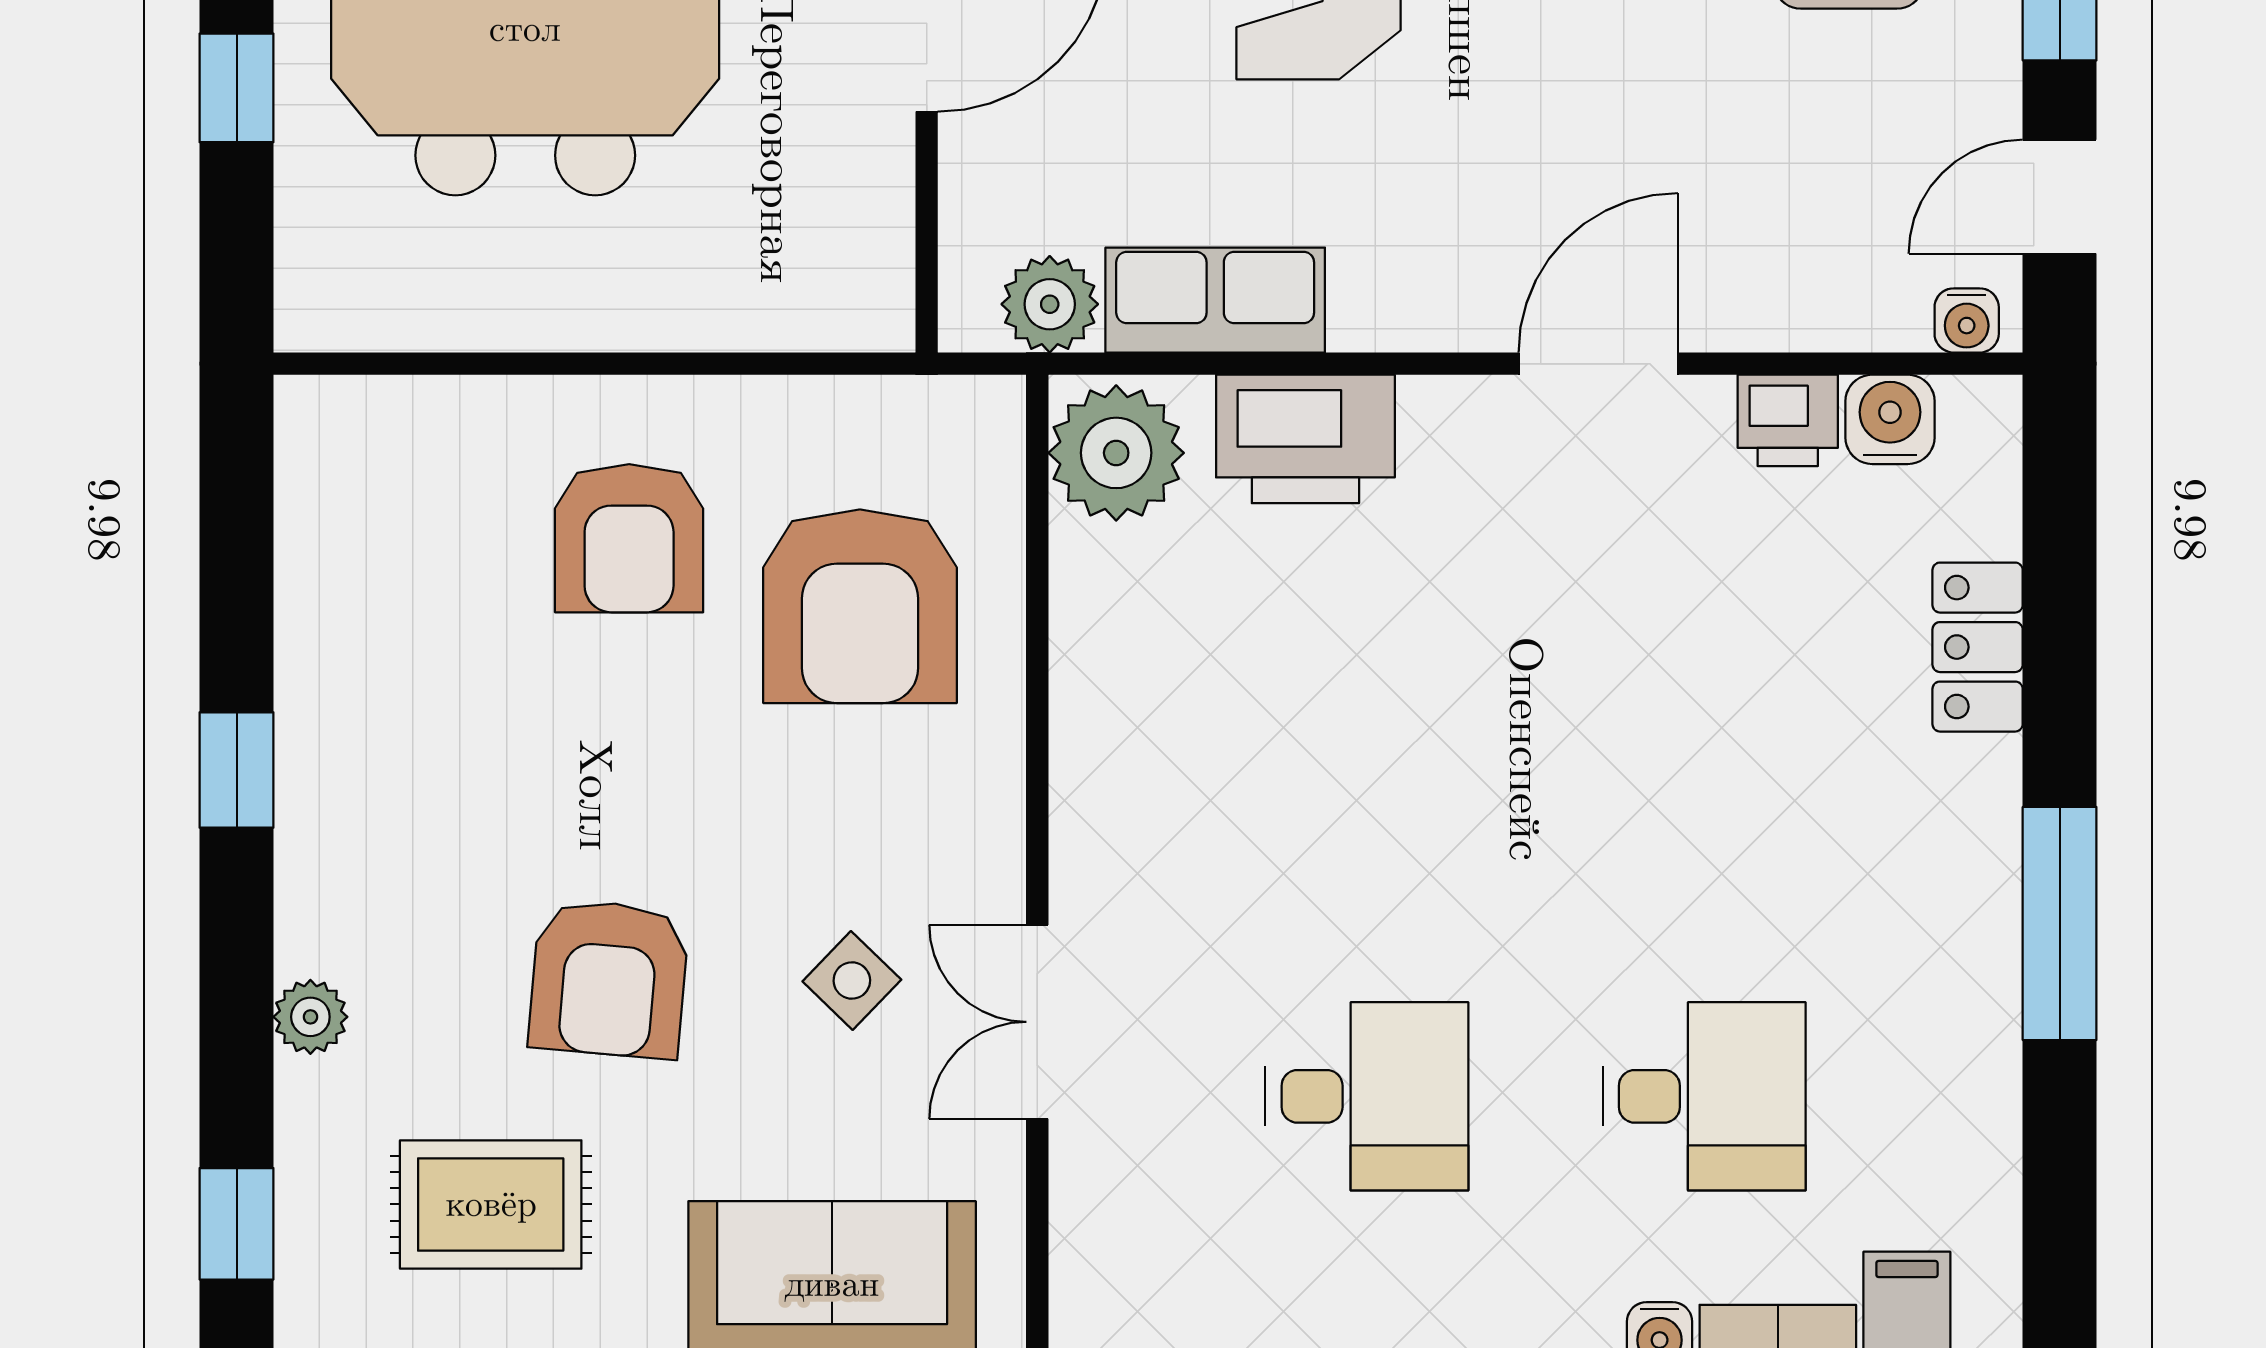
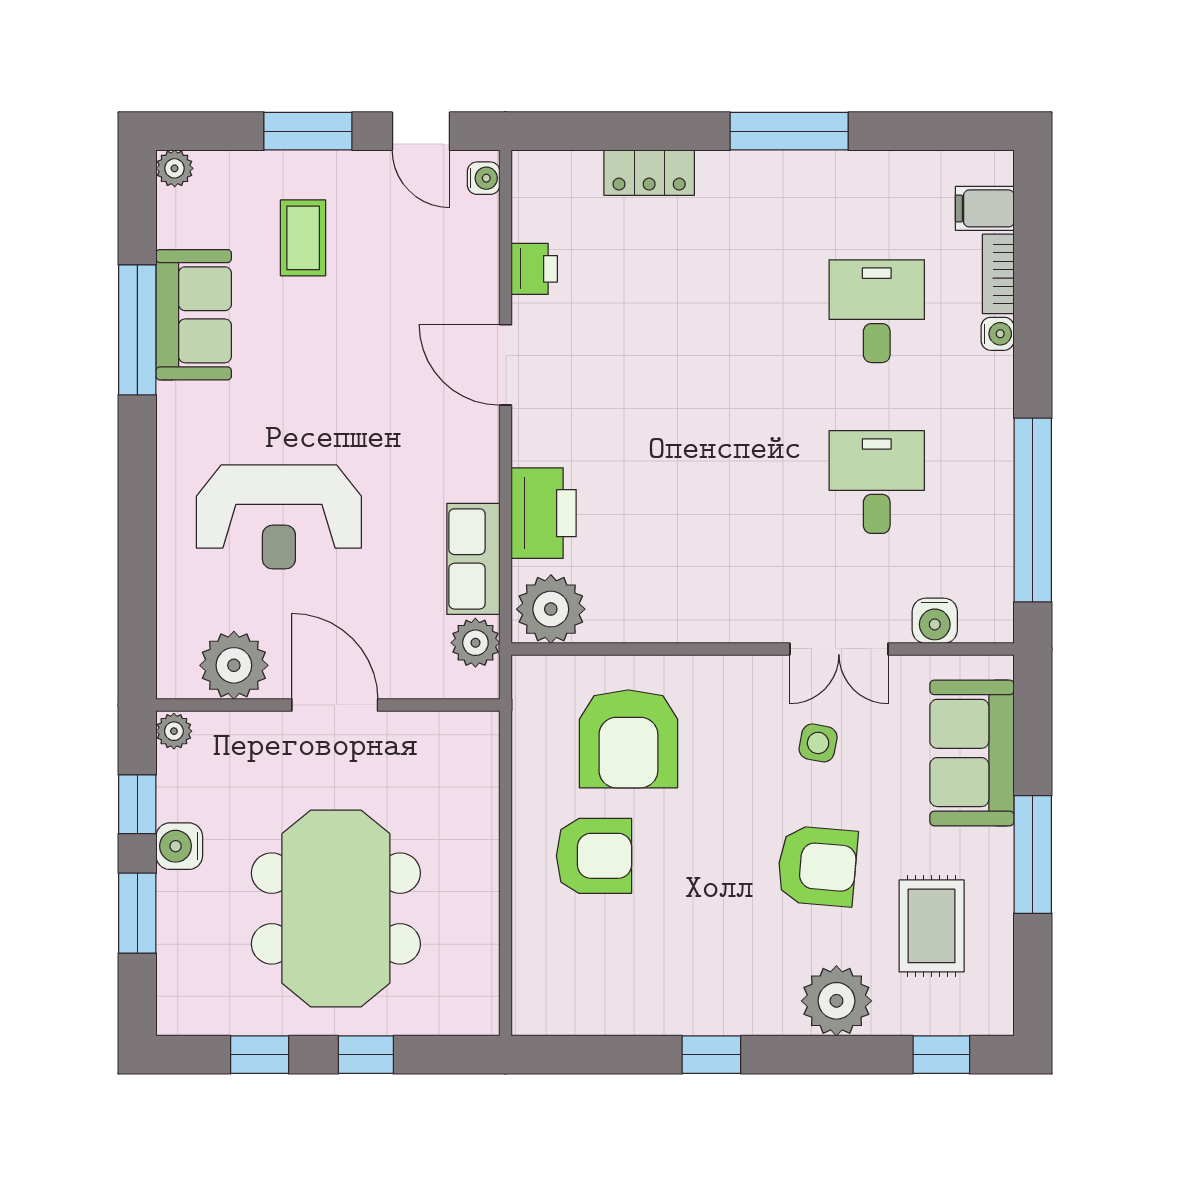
water cooler: (1890, 419) -> (935, 621), moved, turned -90
armchair: (860, 606) -> (628, 739), turned 90
side table: (852, 980) -> (818, 743), turned -33
plant: (310, 1017) -> (836, 1001), width x1.88, depth x1.88

